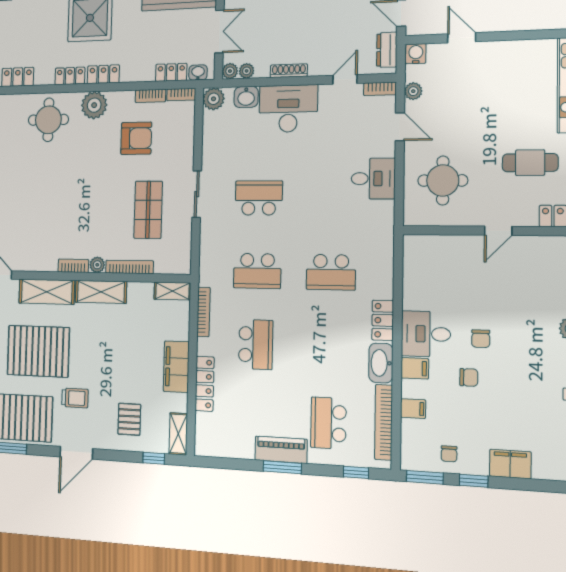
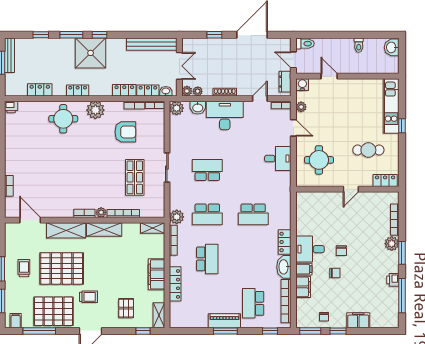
locker: (103, 74) -> (124, 90), moved
plant: (210, 274) -> (177, 217), added
filing cabinet: (413, 409) -> (303, 287), width x2.00

